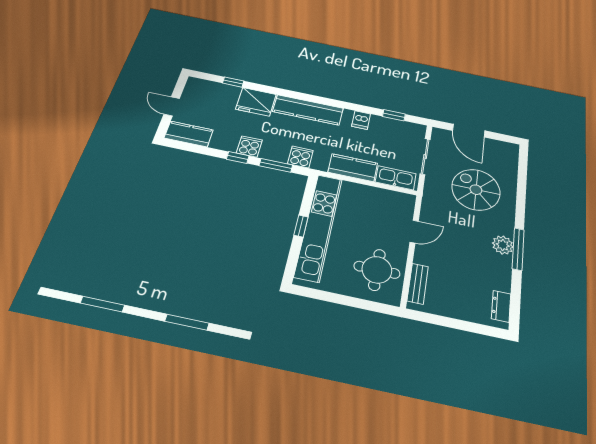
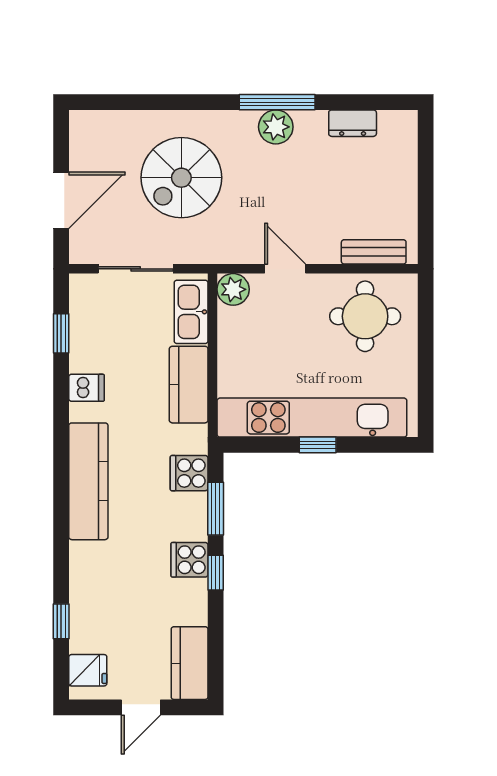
fridge: (256, 102) -> (88, 670), moved, width x0.53, depth x0.75
plant: (406, 202) -> (233, 289), added
dresser: (501, 306) -> (353, 123), moved

